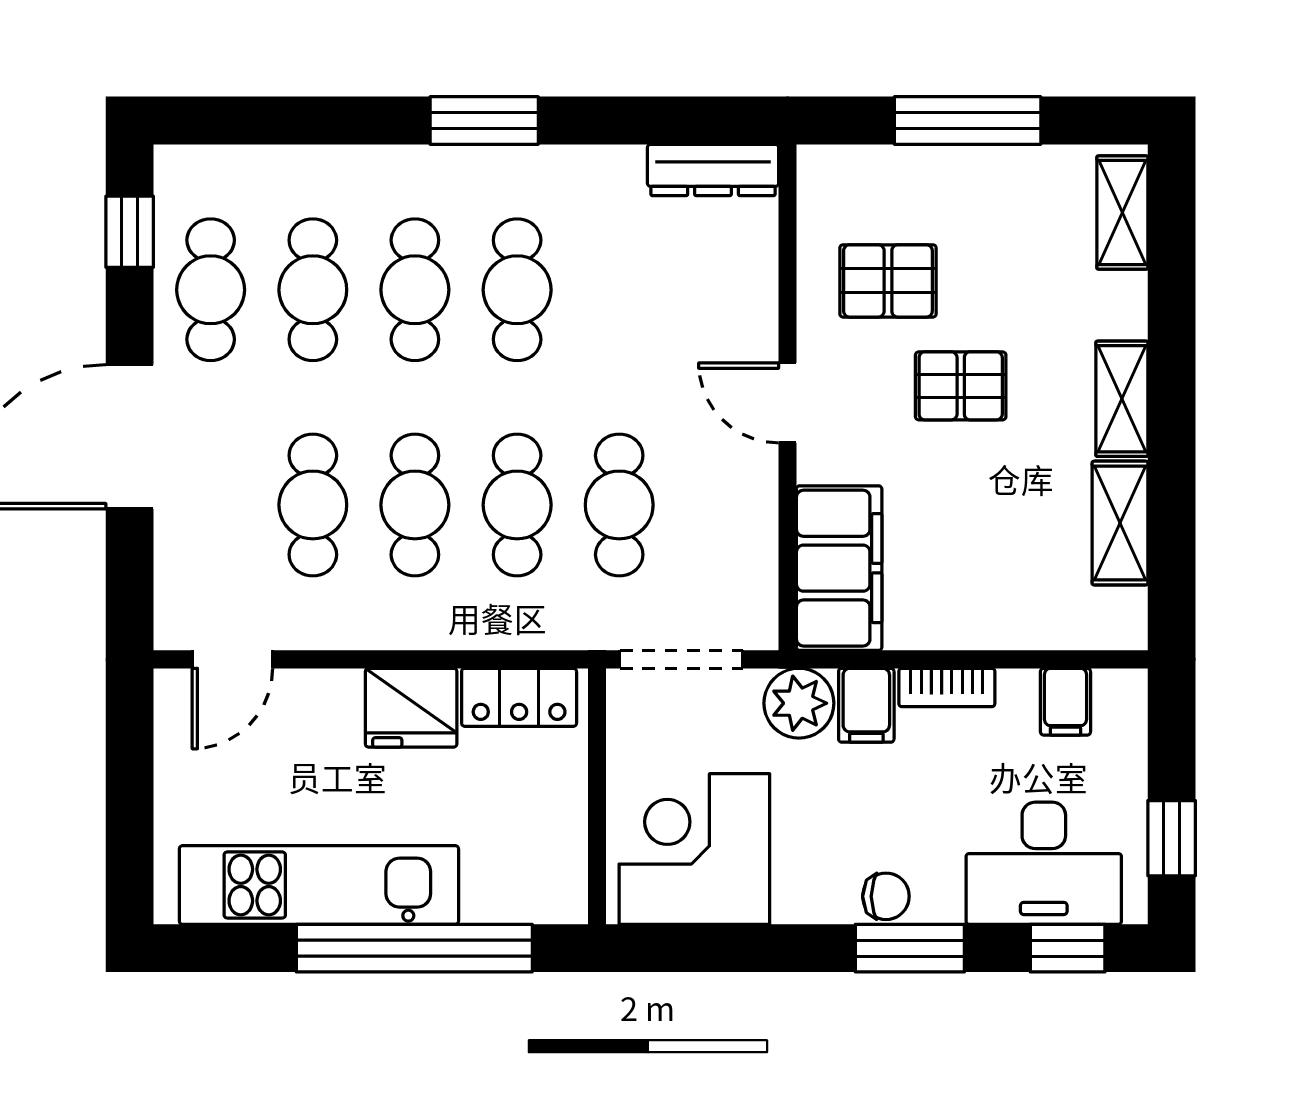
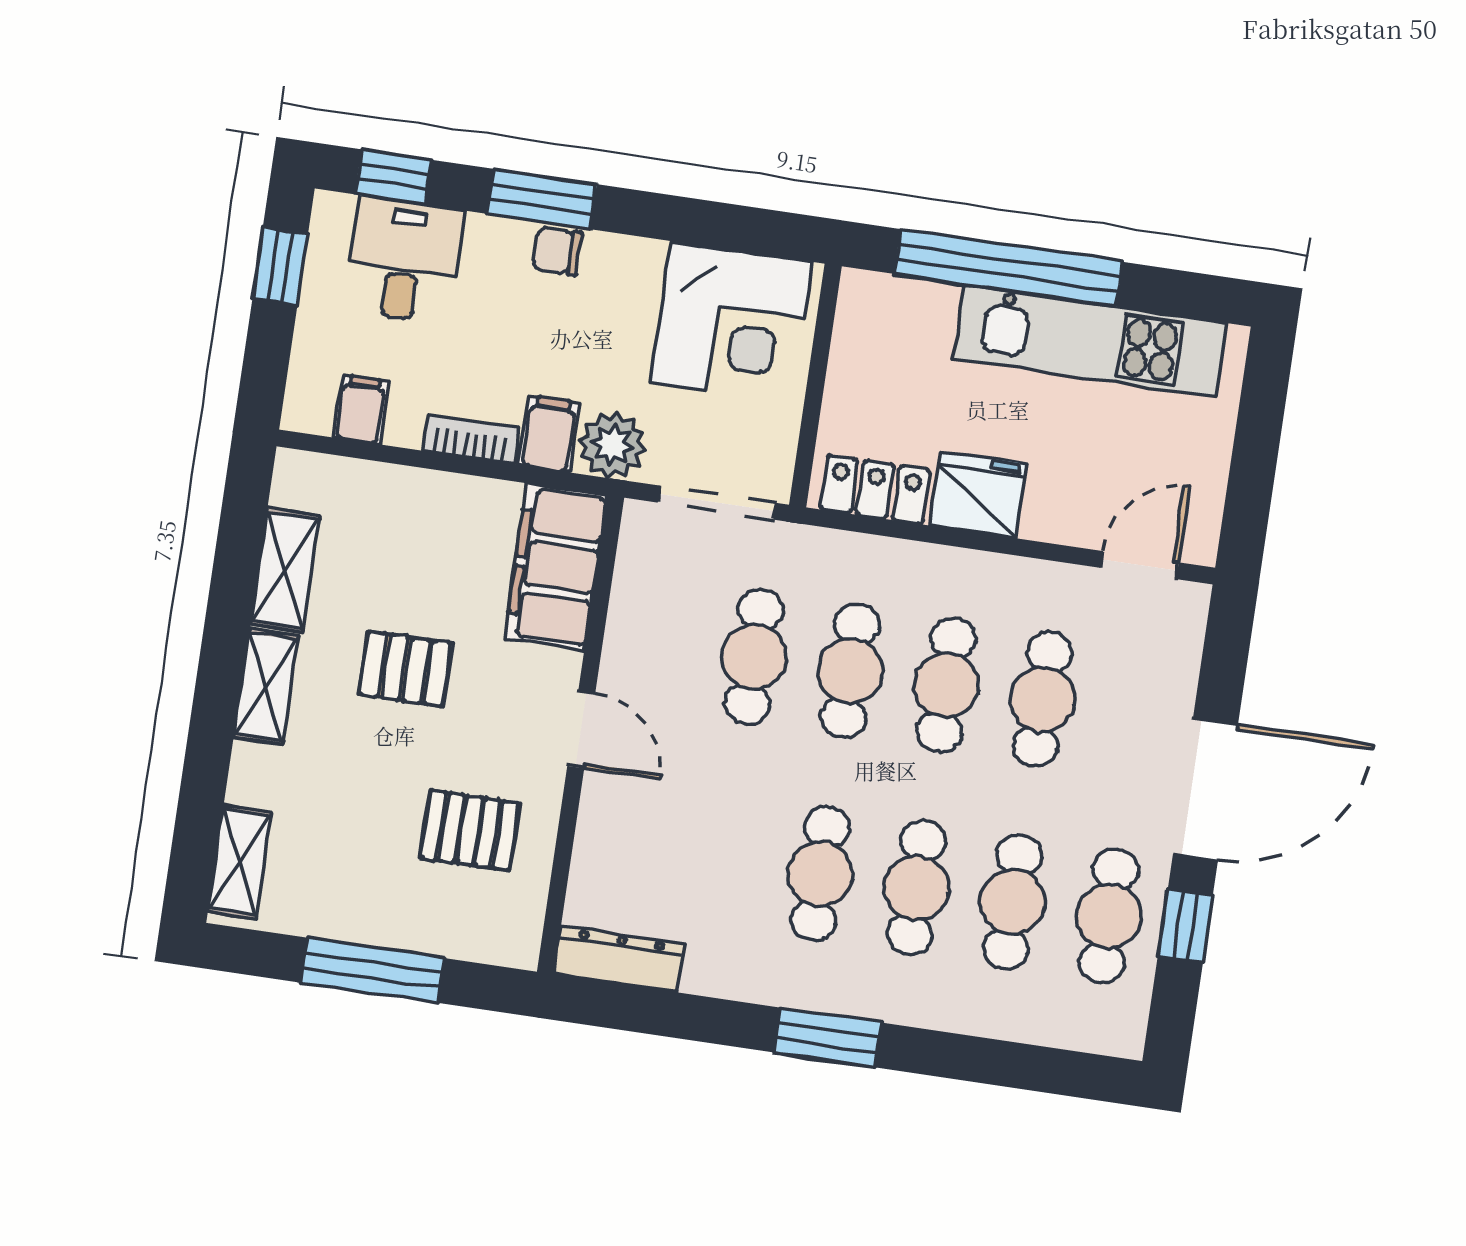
window: (130, 232) -> (1185, 926), moved
pallet: (961, 386) -> (406, 669), moved
desk: (1044, 863) -> (404, 260), width x0.73

